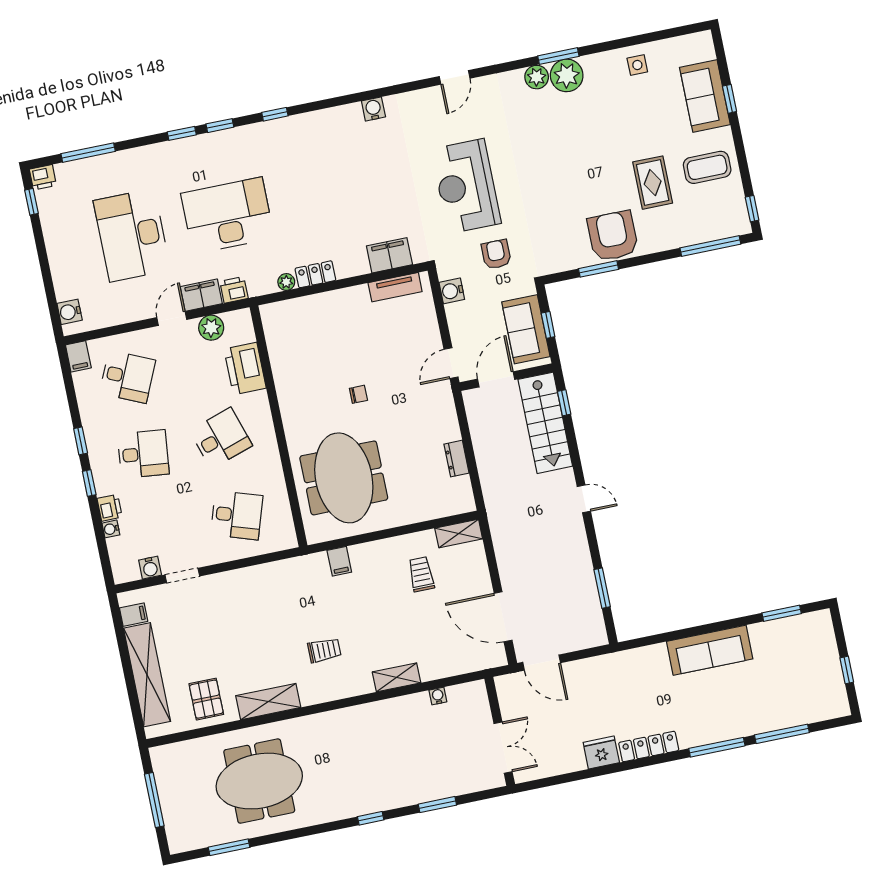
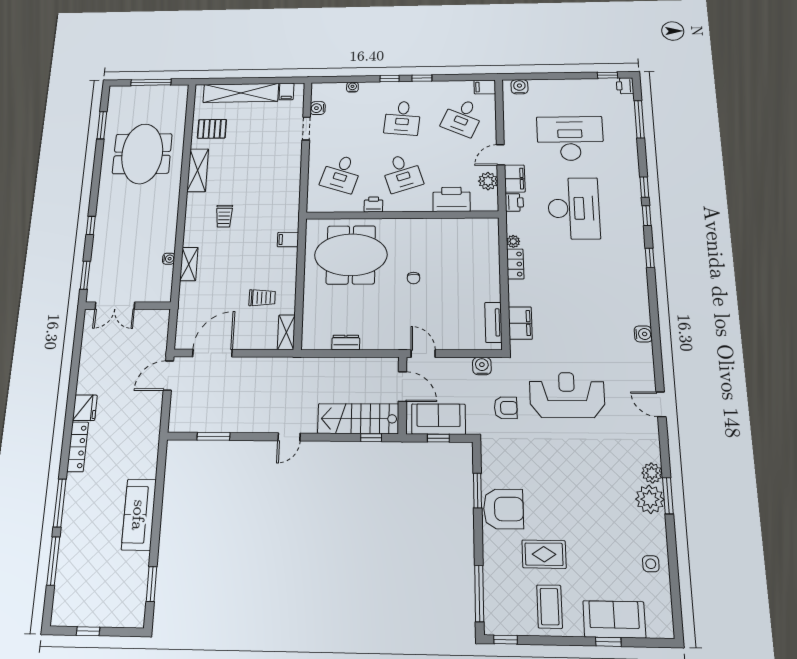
door: (172, 319) -> (501, 155), swing flipped
printer: (110, 508) -> (373, 204), moved, turned 180
water cooler: (438, 696) -> (169, 259), moved
wall: (500, 731) -> (128, 306), moved
double door: (503, 748) -> (115, 306), moved

